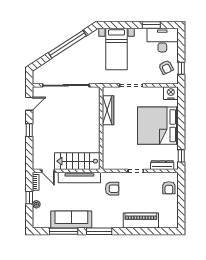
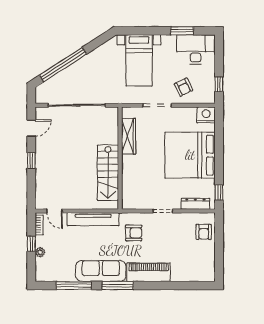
window: (67, 44) -> (63, 65), moved
armchair: (166, 67) -> (184, 87), moved
stairs: (77, 161) -> (108, 173), moved, turned -90
sofa: (71, 219) -> (101, 271), moved
piano: (141, 221) -> (149, 272), moved

